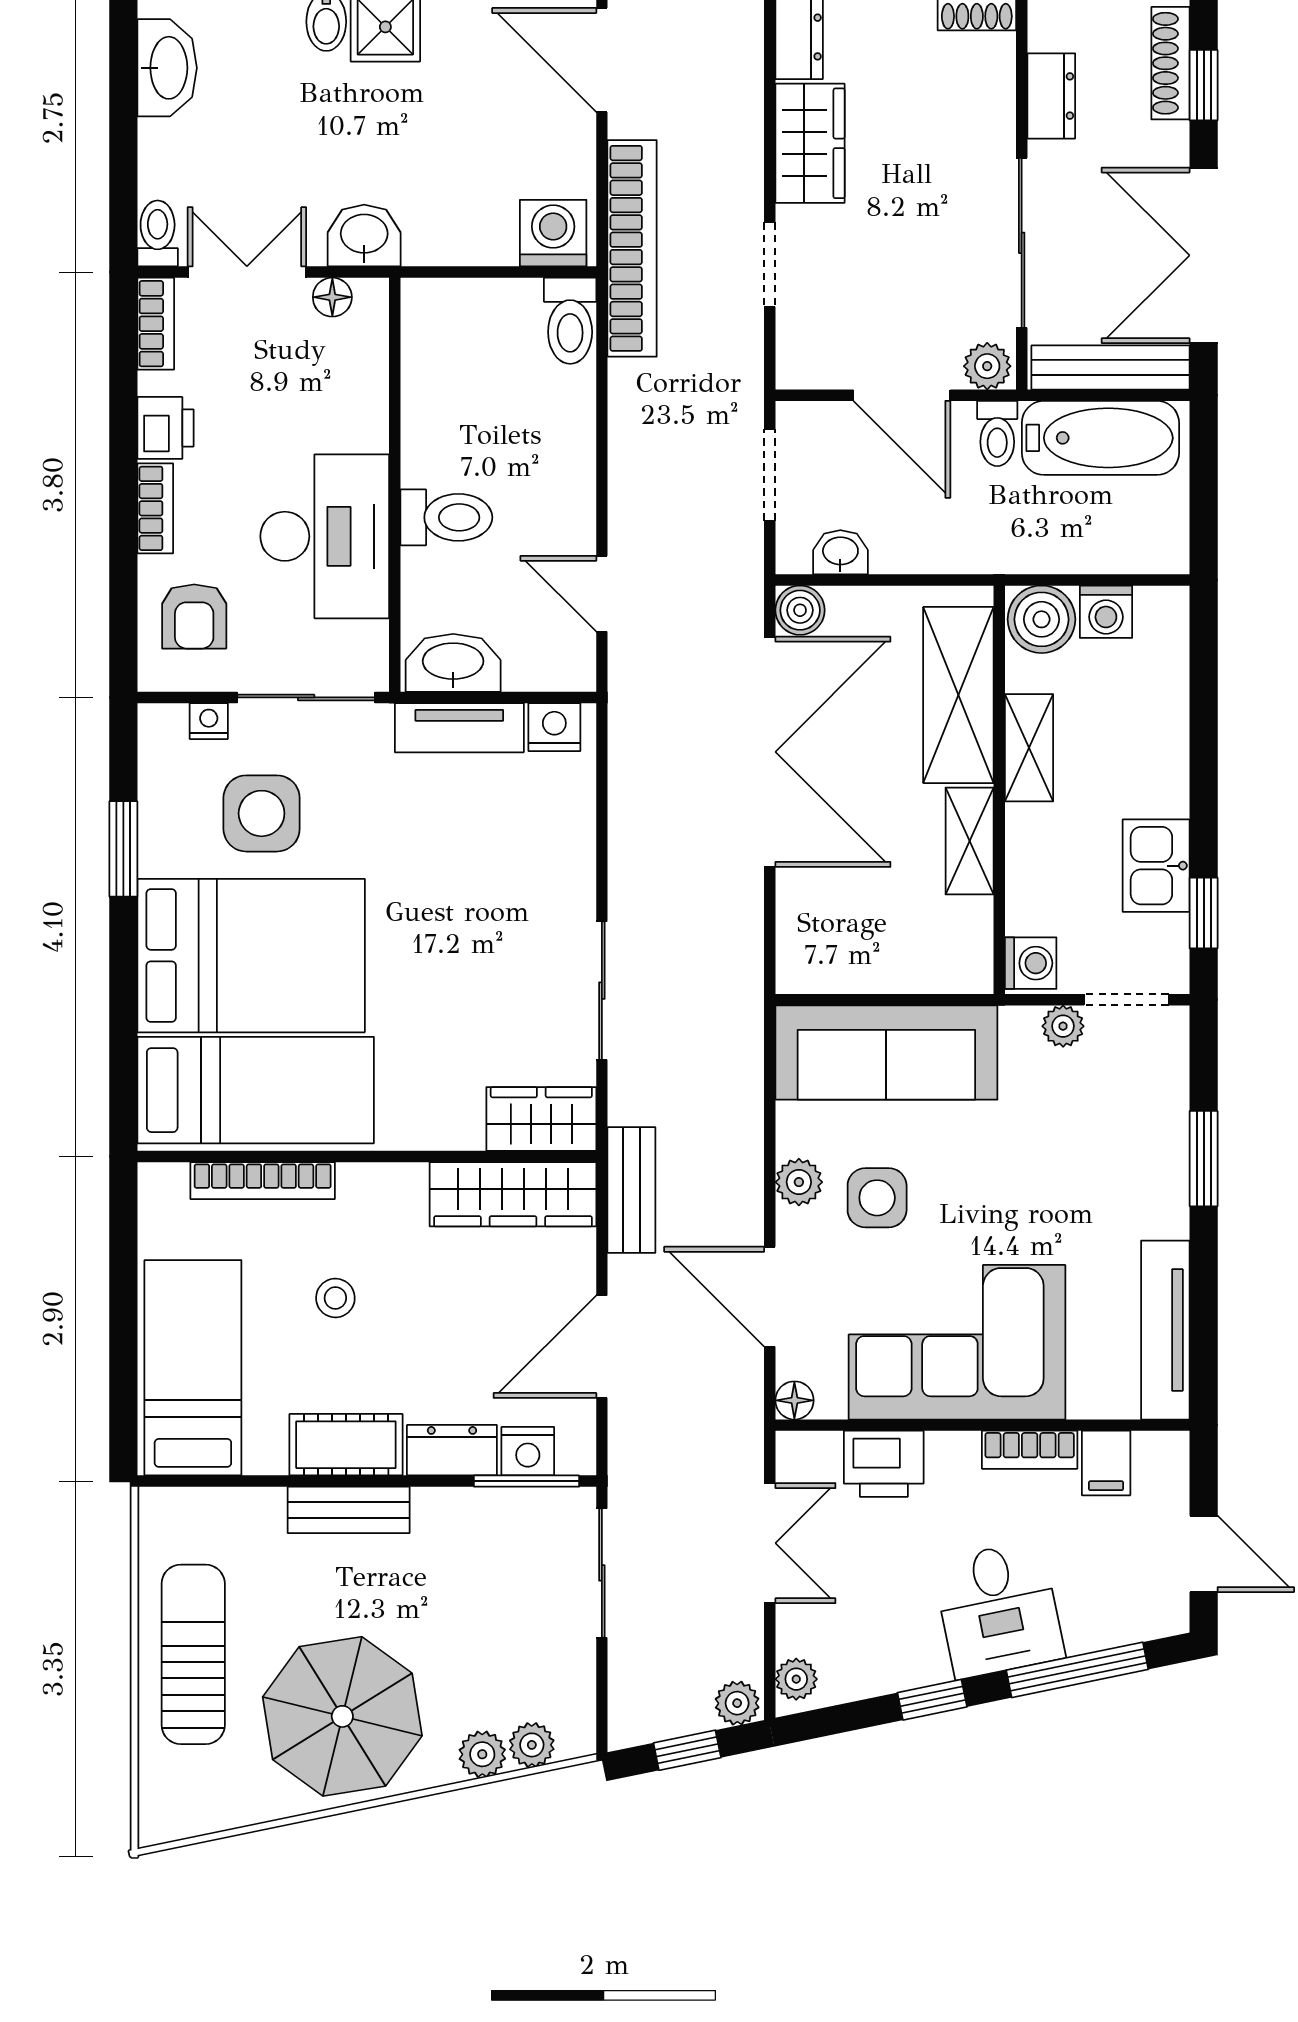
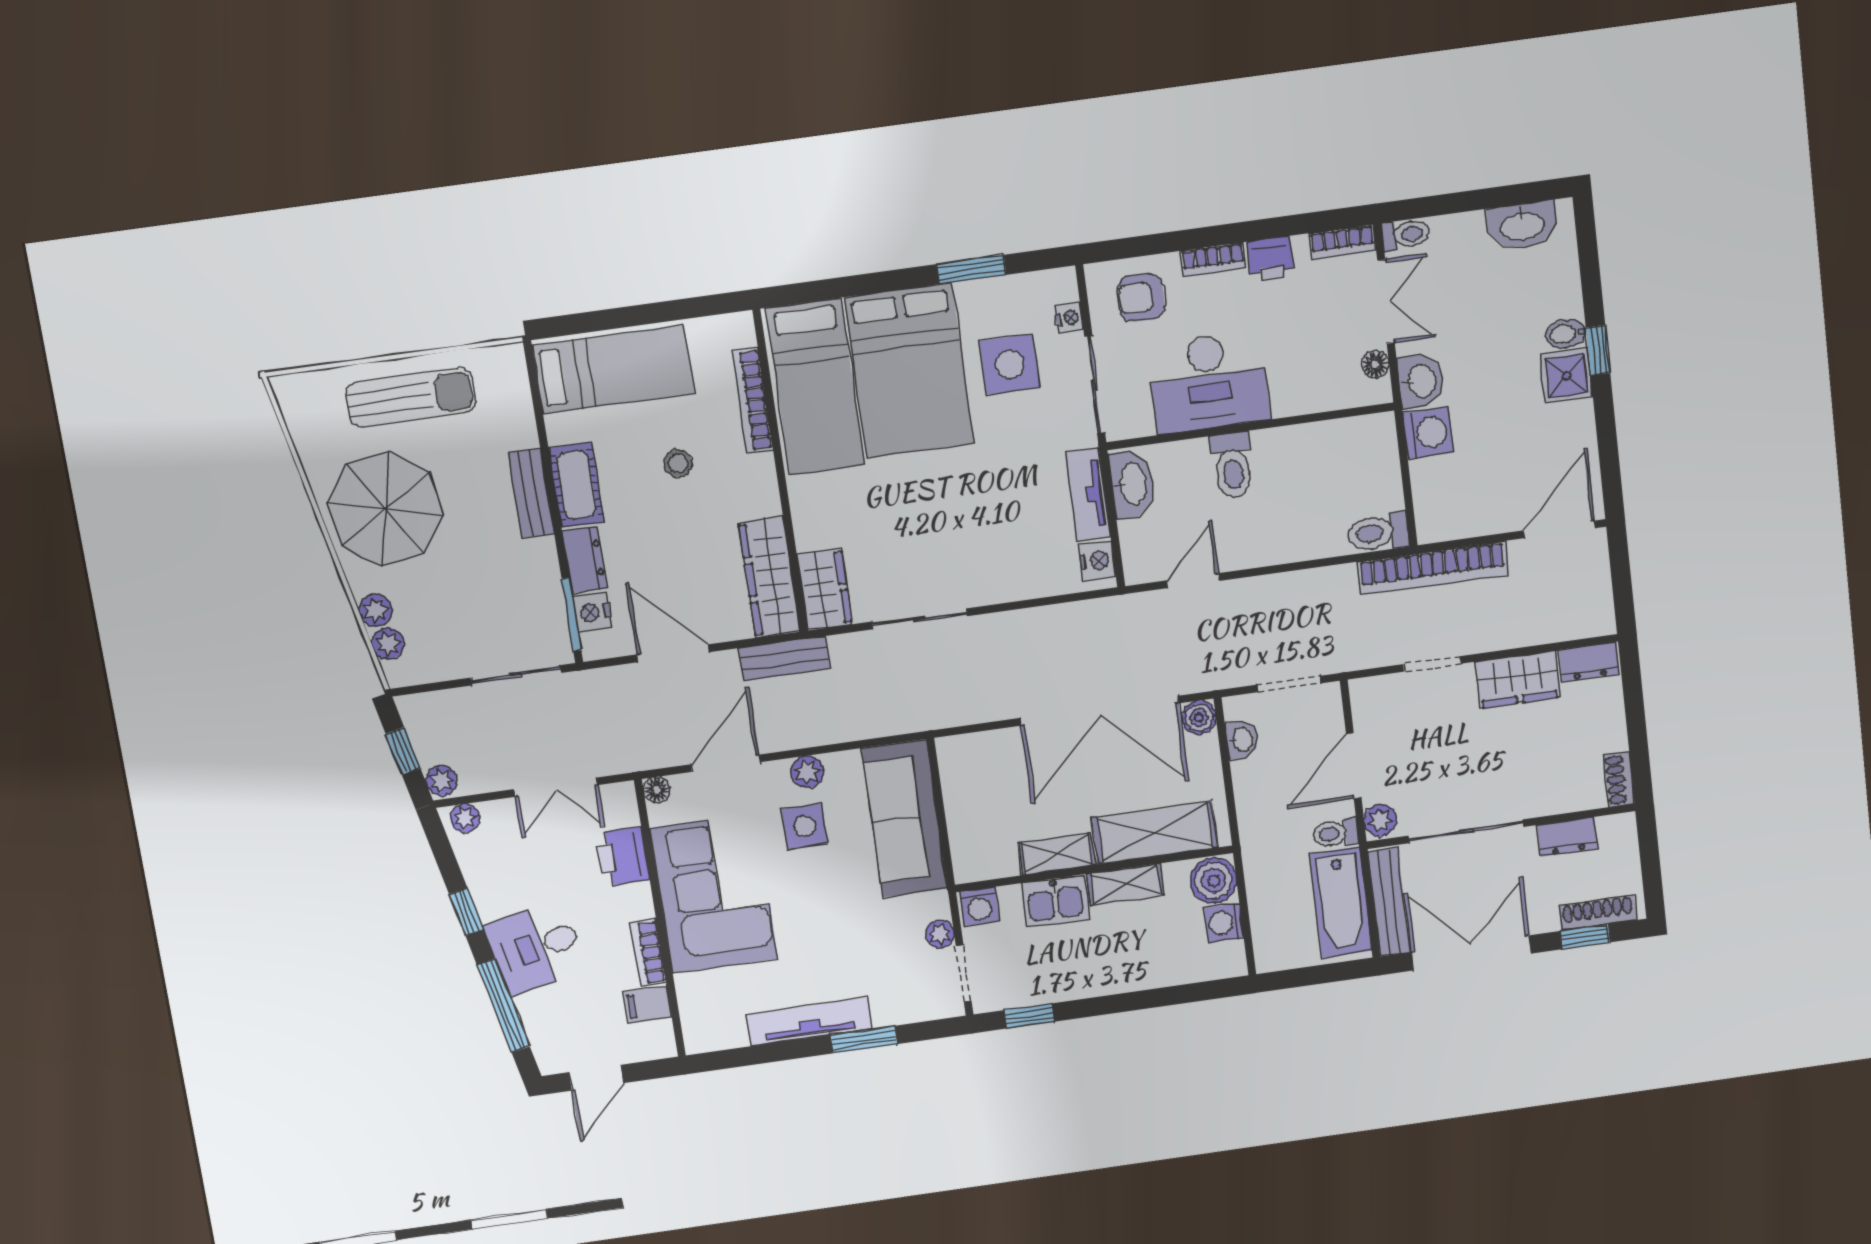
washing machine: (553, 233) -> (1428, 433), moved
kitchen sink: (1156, 866) -> (1056, 901), moved, turned 180
tv unit: (1165, 1330) -> (809, 1022), moved

